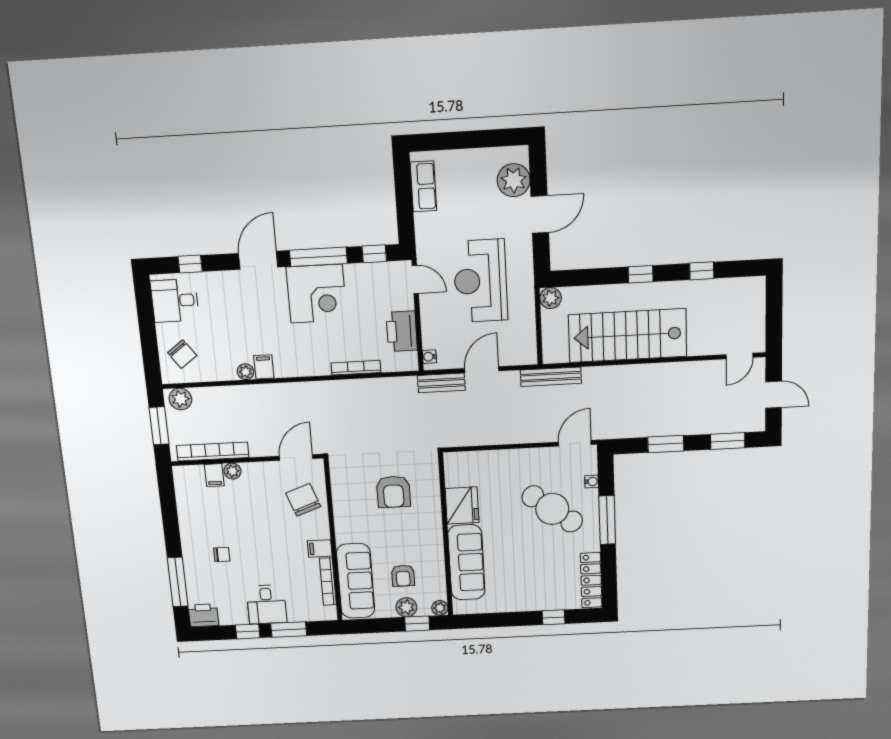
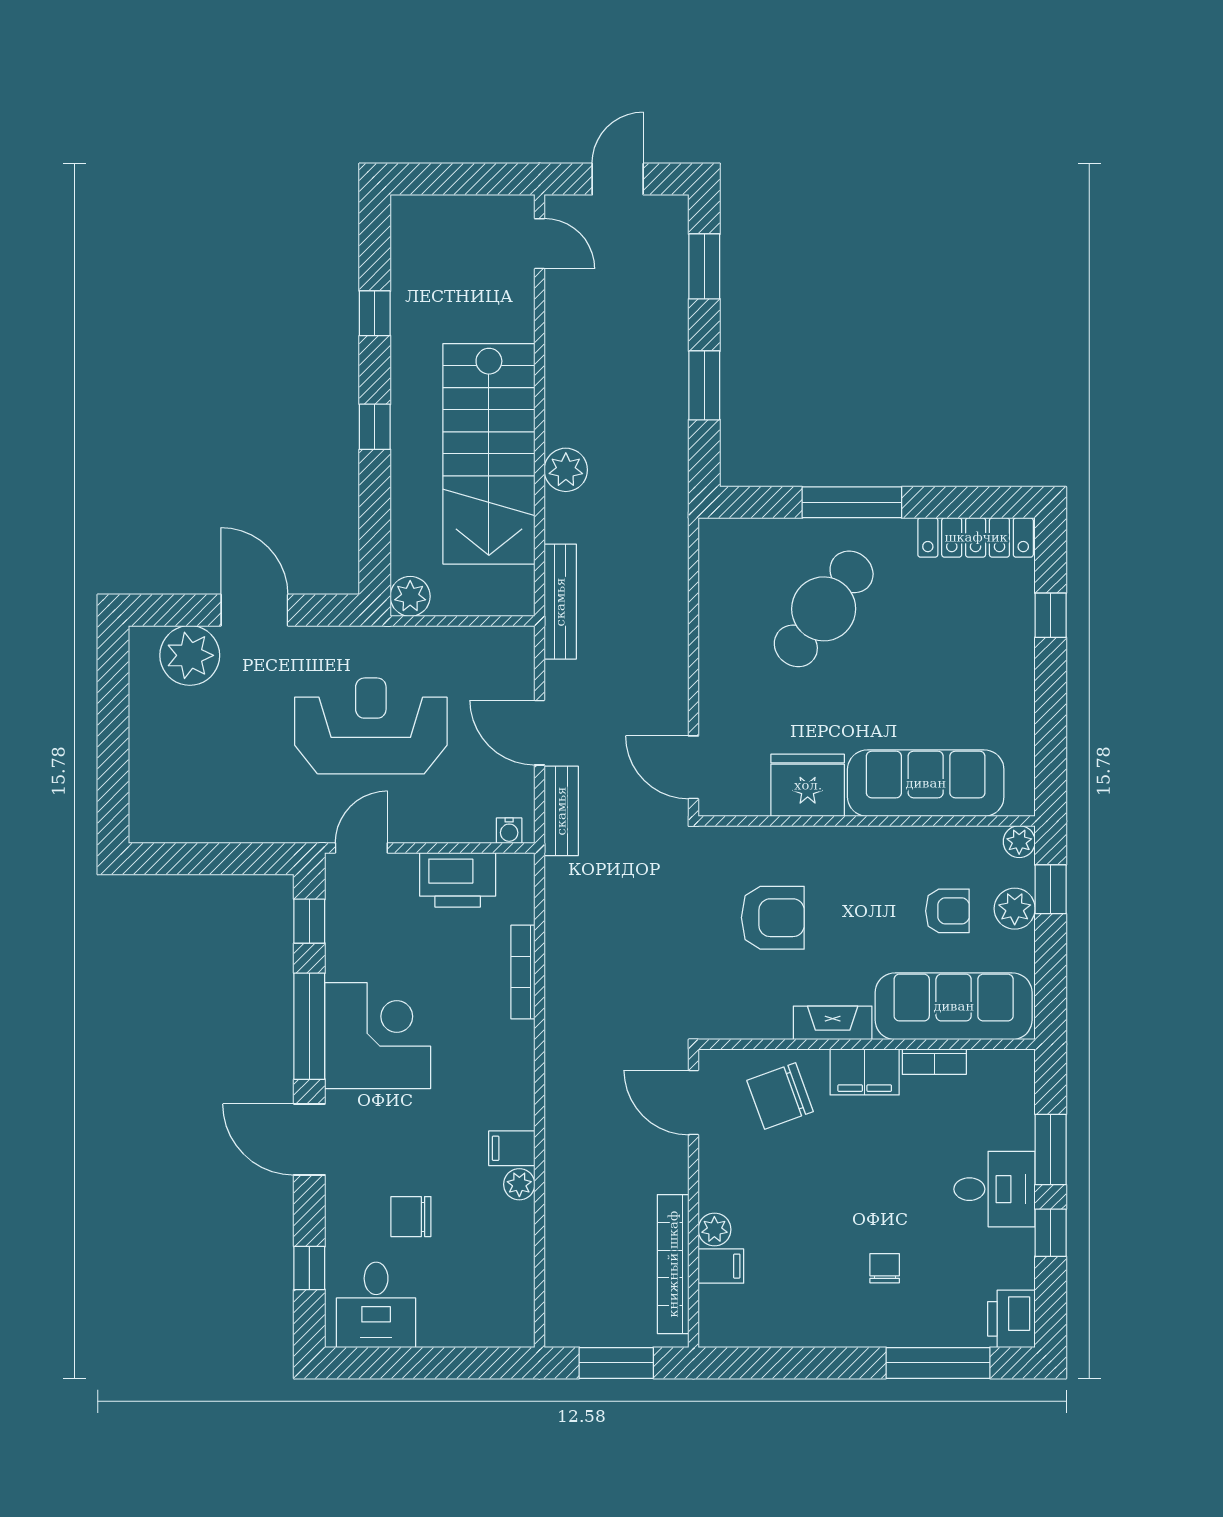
row of seats: (423, 186) -> (192, 822), removed
reception desk: (480, 281) -> (371, 726), turned 180
chair: (182, 354) -> (411, 1217), moved, turned -144
plant: (180, 399) -> (566, 470), moved
door: (575, 443) -> (693, 767), moved
water cooler: (592, 481) -> (772, 530), removed
fireplace: (342, 524) -> (833, 1023), added
filing cabinet: (320, 548) -> (865, 1072), width x2.00
bookcase: (328, 582) -> (934, 1062), width x0.64

